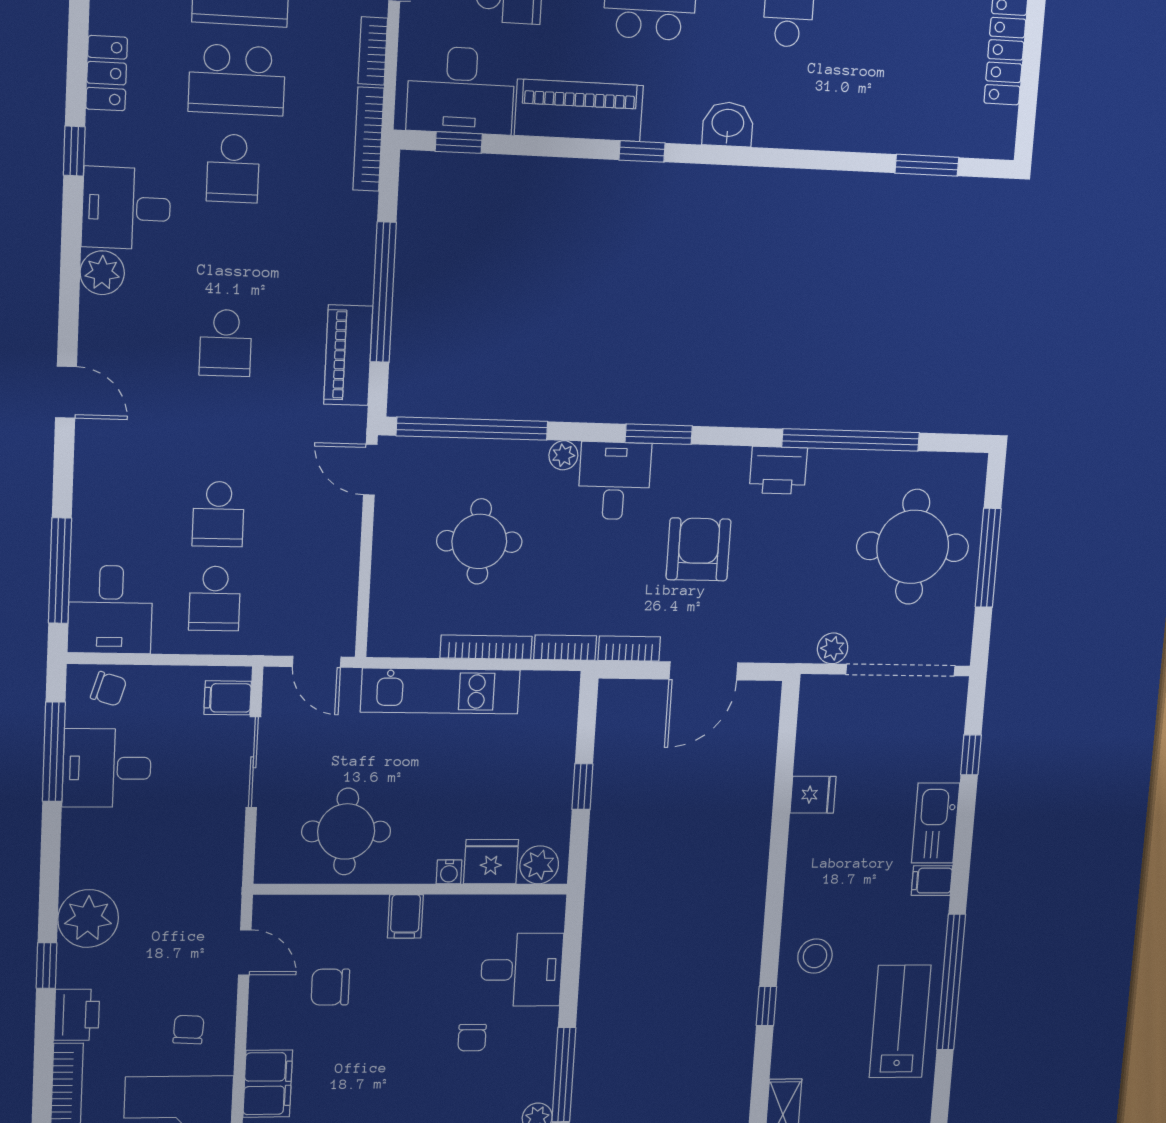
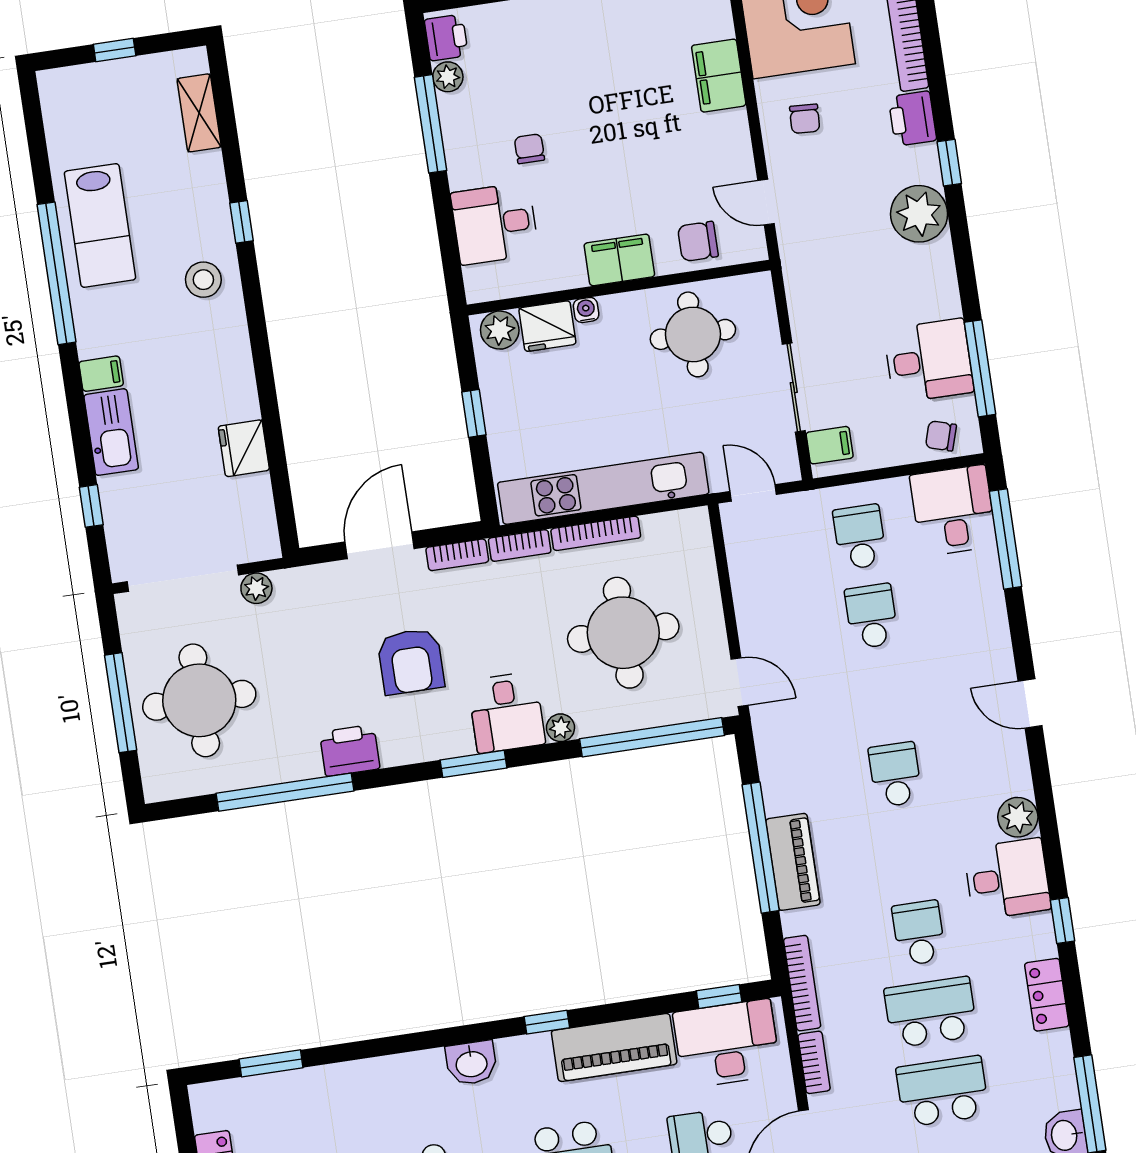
piano: (348, 355) -> (793, 862), moved
round table: (479, 541) -> (623, 633), width x1.36, depth x1.36
kitchen unit: (440, 691) -> (603, 488), width x1.36
fridge: (813, 795) -> (244, 448), width x1.38
filing cabinet: (405, 916) -> (619, 260), width x2.00
chair: (330, 987) -> (698, 241), moved, turned 180

